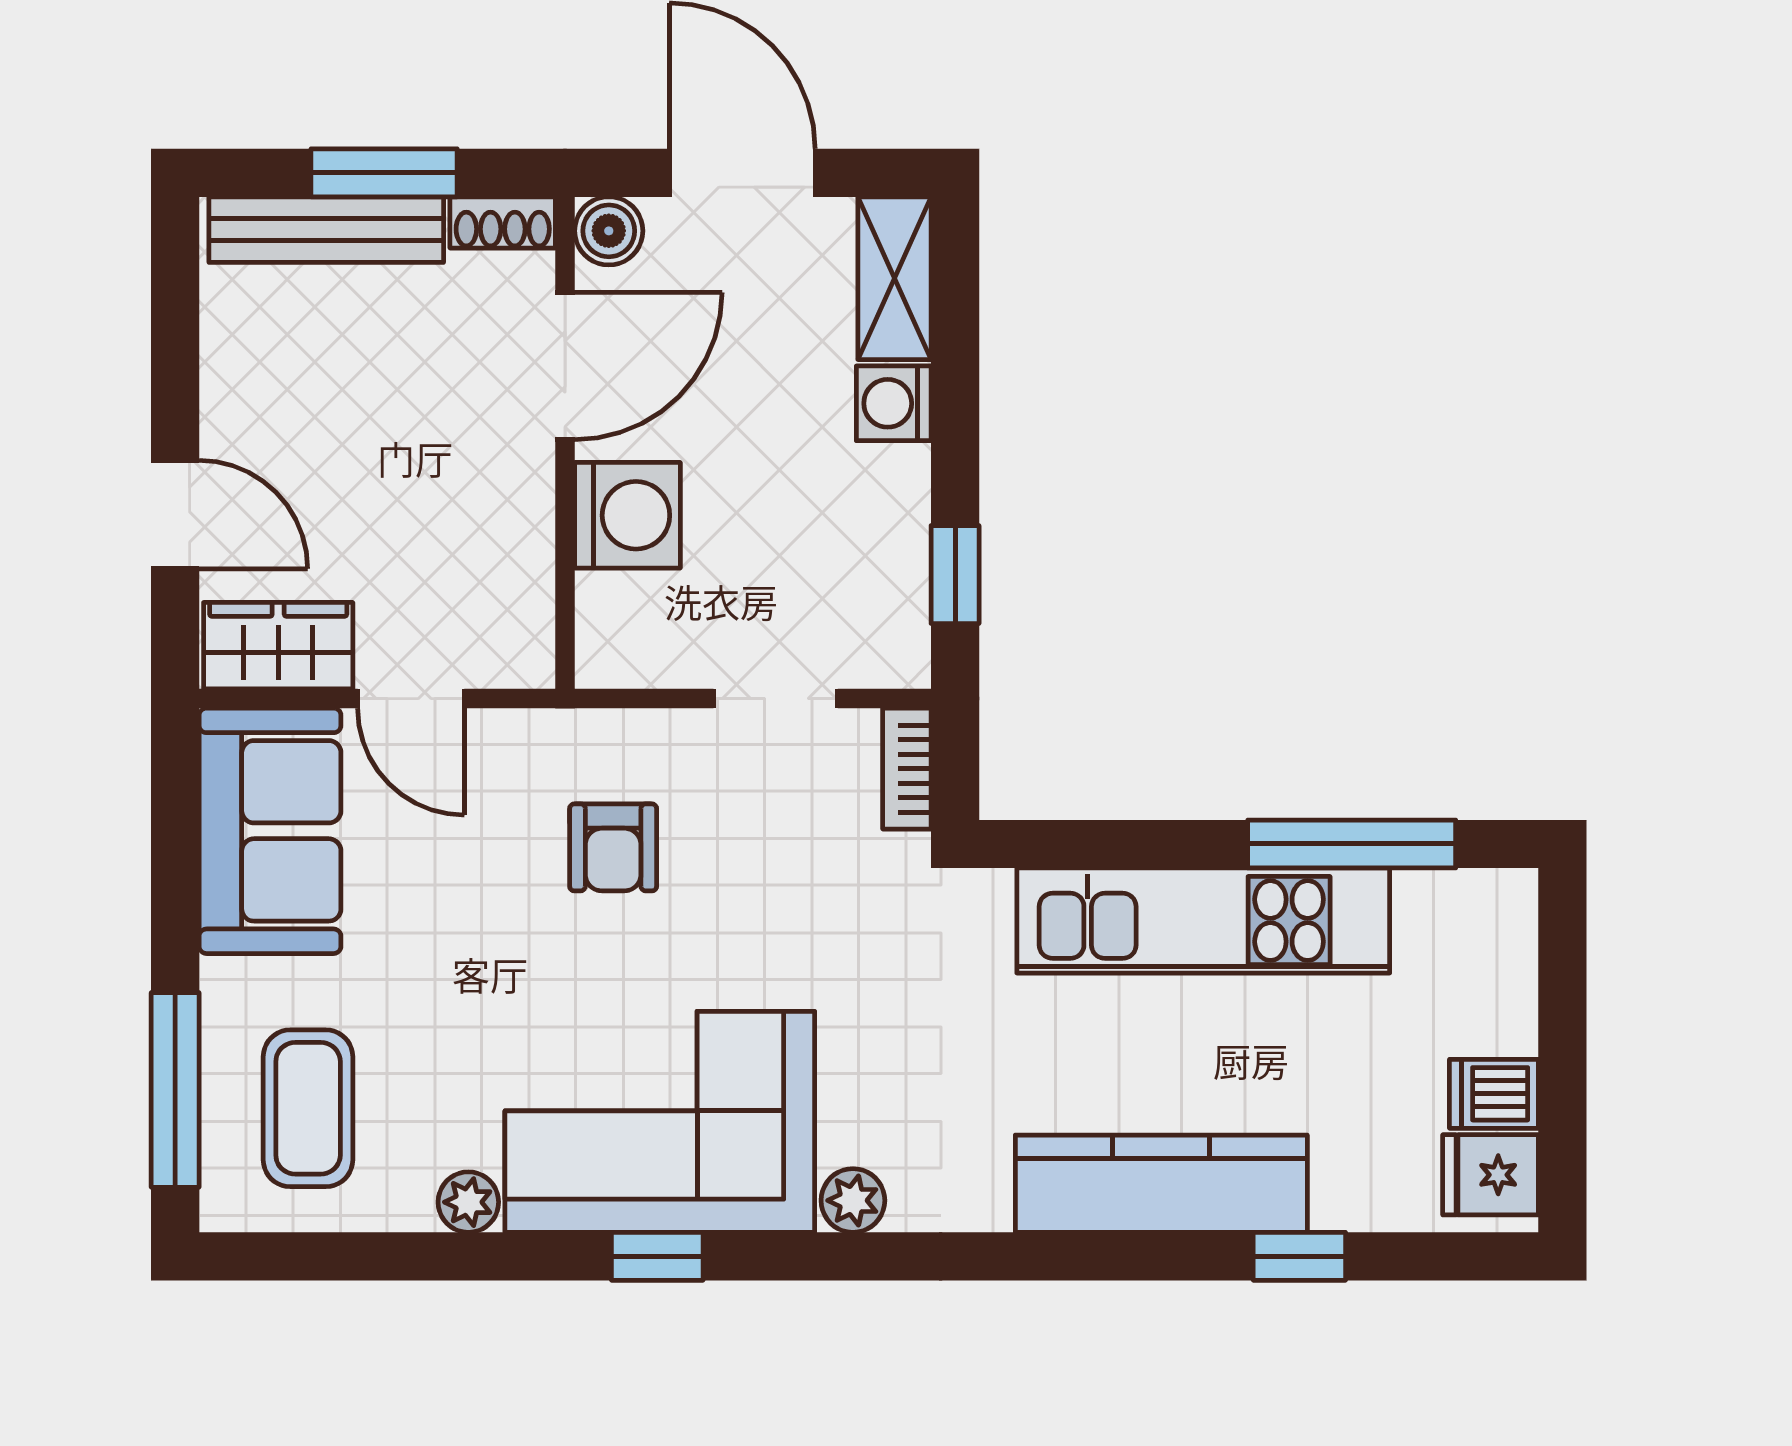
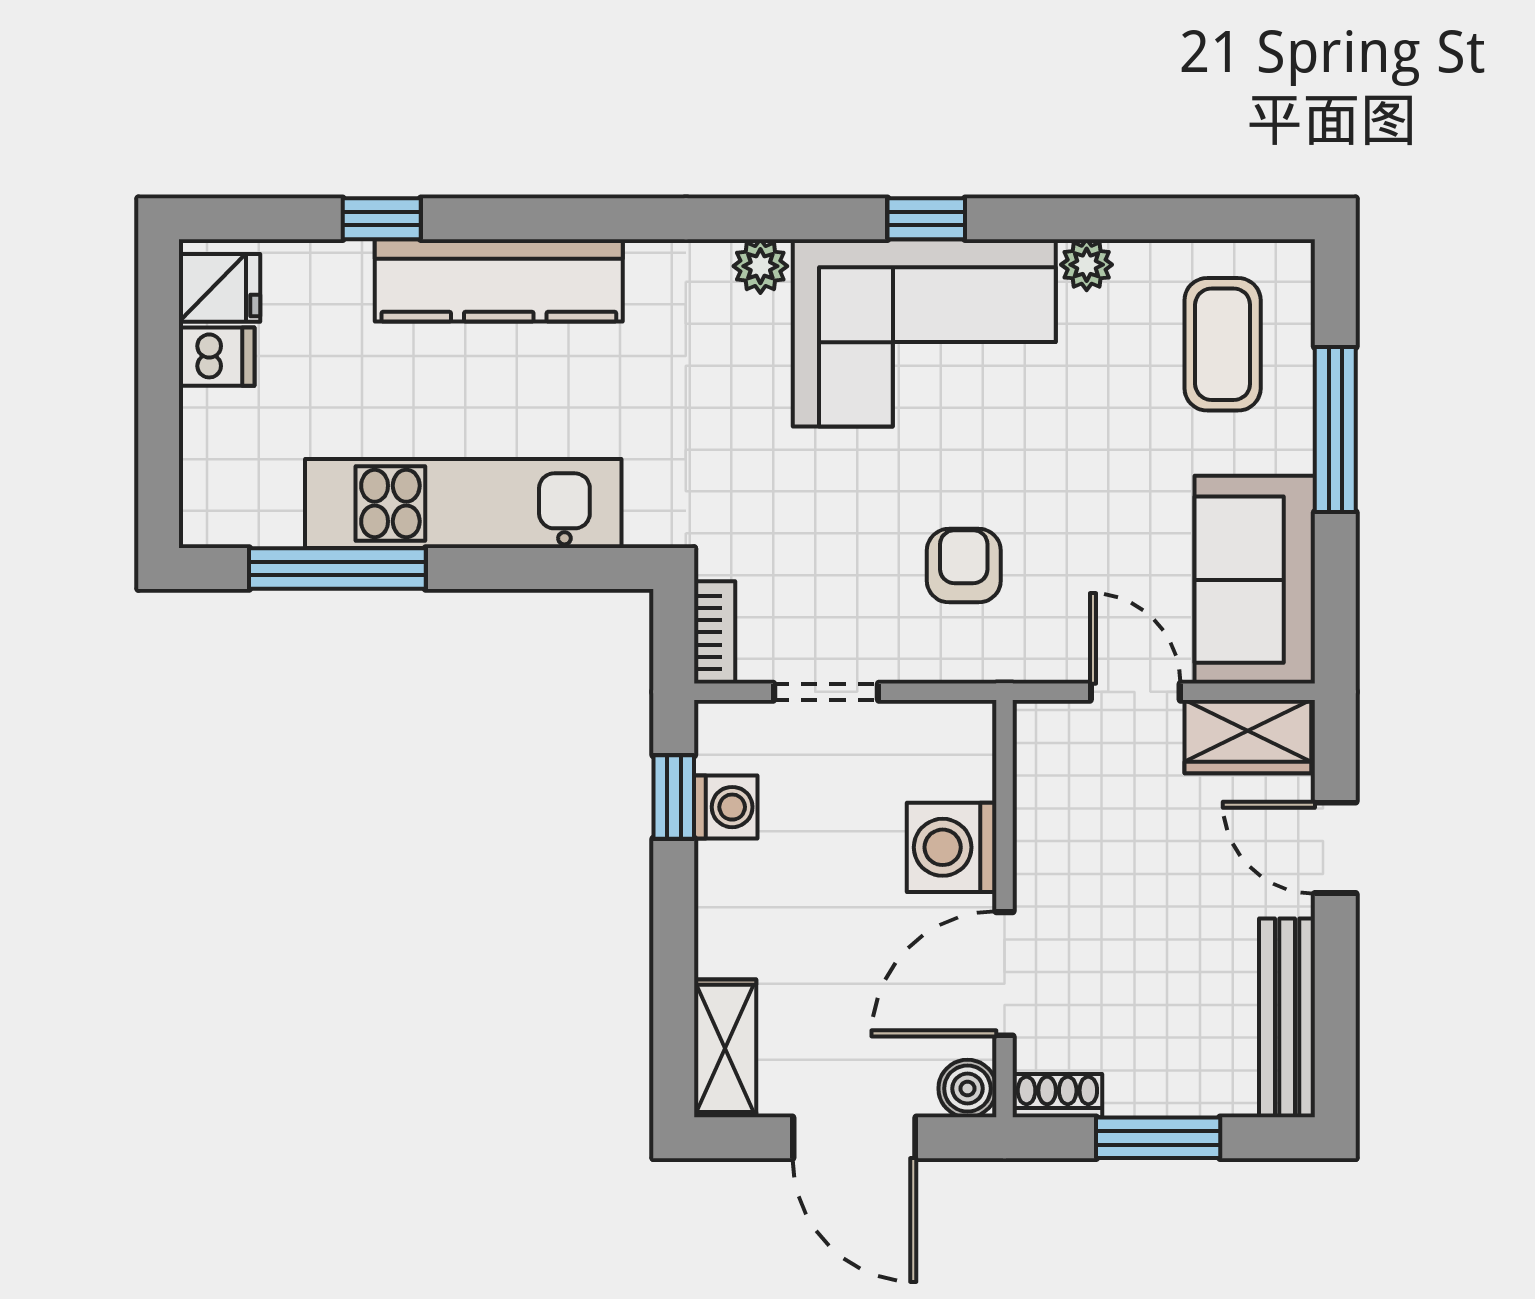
bench: (326, 230) -> (1287, 1018), moved, turned 90
washing machine: (894, 403) -> (726, 807), moved
window: (175, 1090) -> (1335, 429), moved

